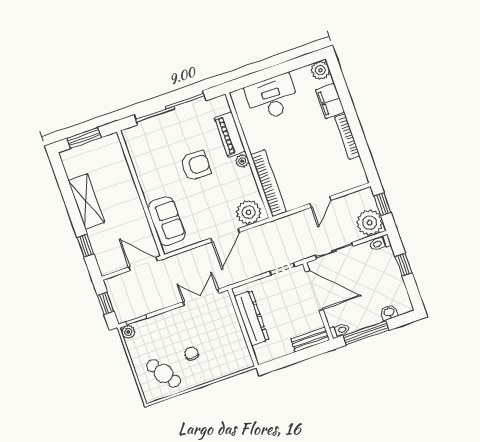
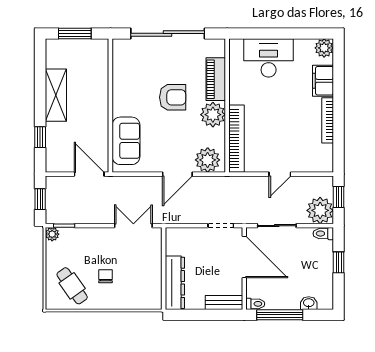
plant: (242, 161) -> (213, 115), width x1.88, depth x1.88
dresser: (252, 318) -> (175, 283), moved

